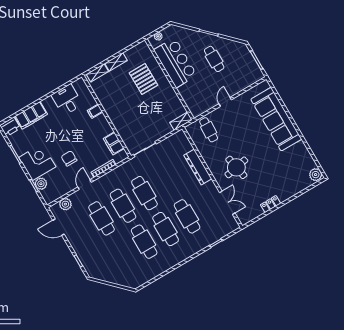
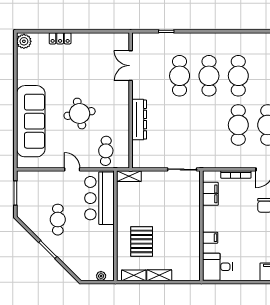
bar counter: (175, 63) -> (99, 198), moved
shelving: (97, 73) -> (134, 275), moved
desk: (67, 100) -> (217, 267), moved, turned 90
door: (225, 102) -> (72, 169), swing flipped
round table: (236, 167) -> (80, 114), moved
cafe table: (144, 193) -> (209, 125), removed
locker: (271, 204) -> (60, 38), moved

